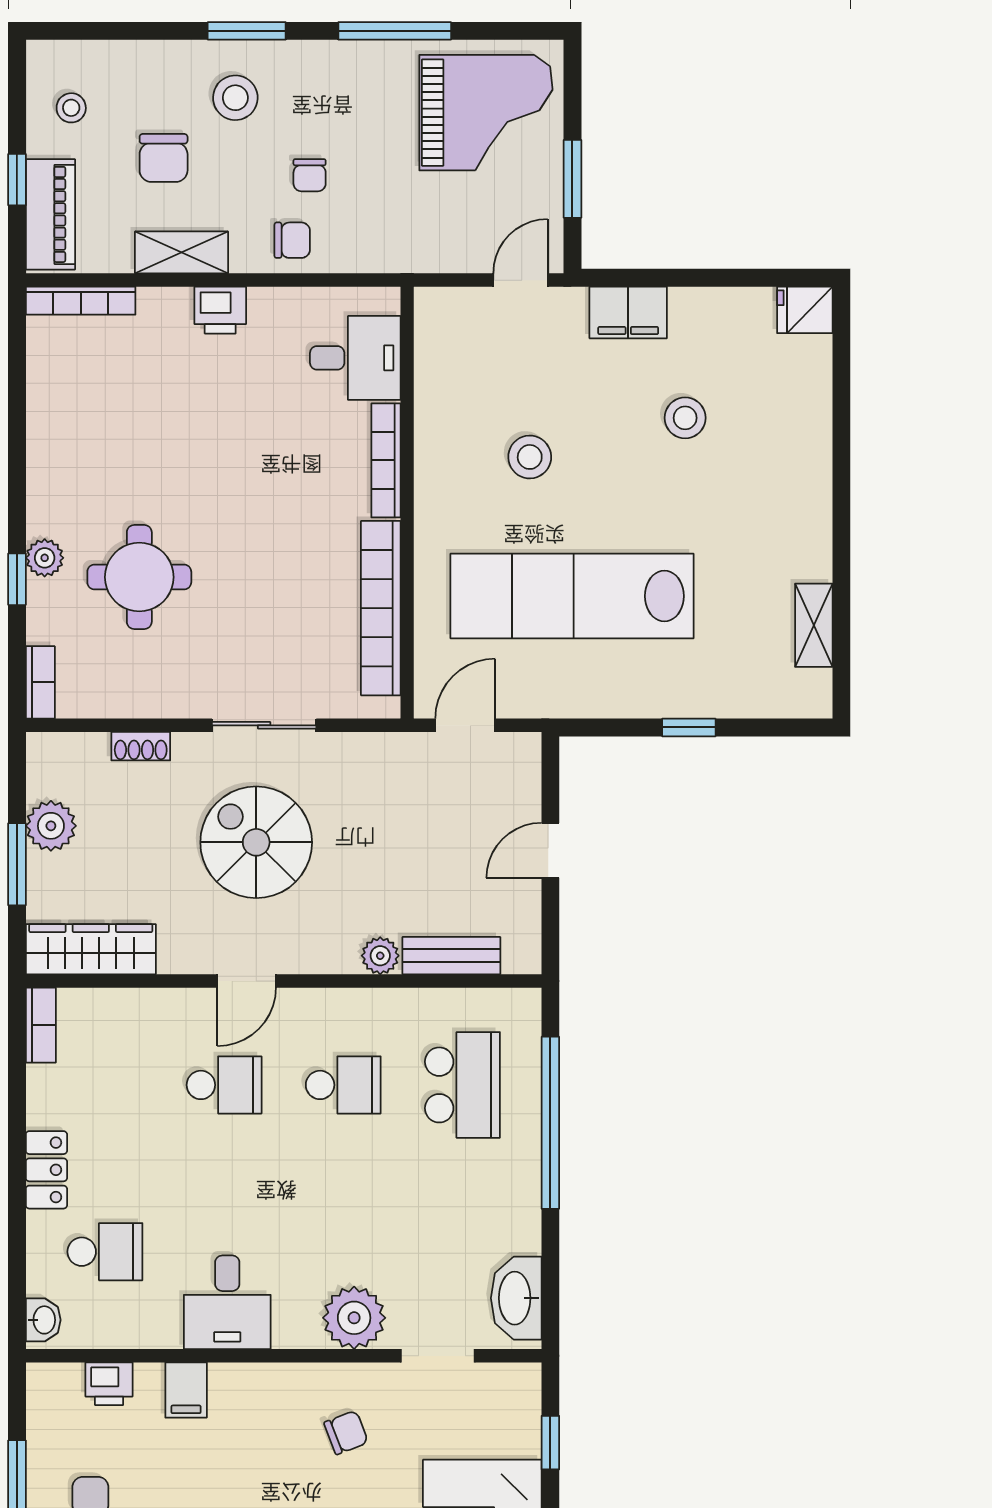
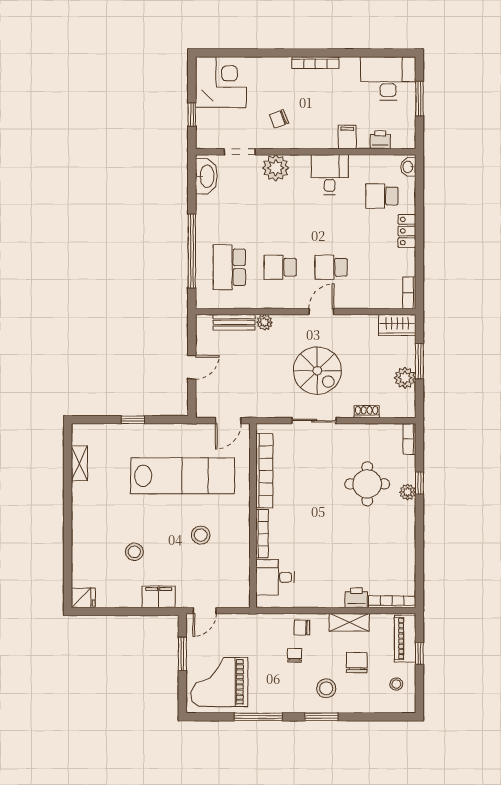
printer: (220, 310) -> (356, 598), moved
wardrobe: (91, 949) -> (397, 325), width x0.67

